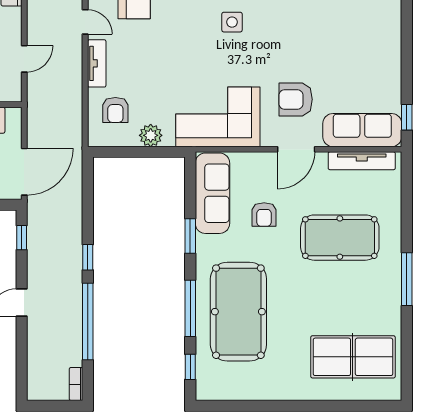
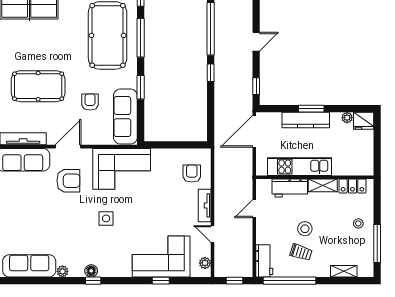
side table: (232, 22) -> (106, 218), moved
plant: (151, 135) -> (168, 156), removed

